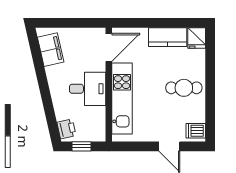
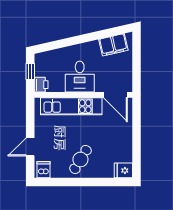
kitchen counter: (168, 37) -> (124, 146), removed
cafe table: (184, 88) -> (80, 159), turned 31
printer: (66, 129) -> (41, 85), moved, turned -77

